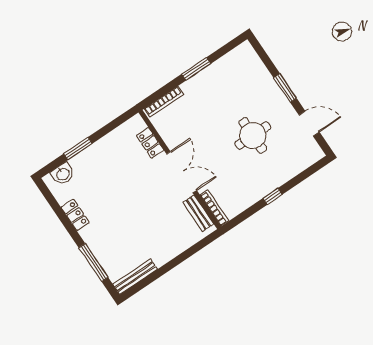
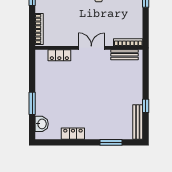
double door: (182, 172) -> (91, 48), width x0.73
window: (93, 263) -> (111, 142), width x0.69
window: (158, 273) -> (146, 106), added

